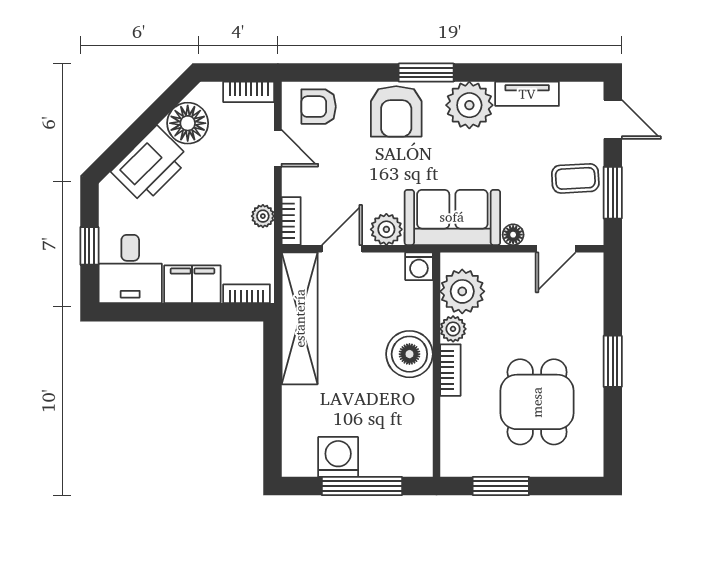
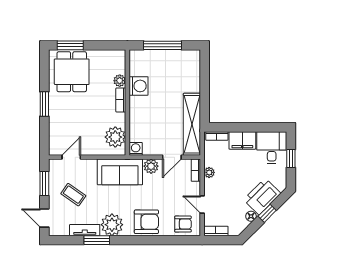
window: (426, 73) -> (97, 240), moved
armchair: (396, 111) -> (146, 222), turned 90
floor lamp: (188, 123) -> (251, 216), width x0.53, depth x0.53
window: (140, 129) -> (267, 213), added
coffee table: (575, 178) -> (73, 195), moved, turned 38
floor lamp: (513, 235) -> (91, 164), removed
plant: (453, 329) -> (120, 81), moved
boiler: (409, 354) -> (140, 107), removed
dining table: (537, 402) -> (72, 72), moved
washing machine: (338, 457) -> (139, 86), moved, turned -90
window: (501, 486) -> (70, 45), moved

